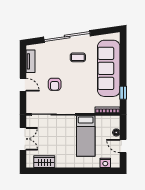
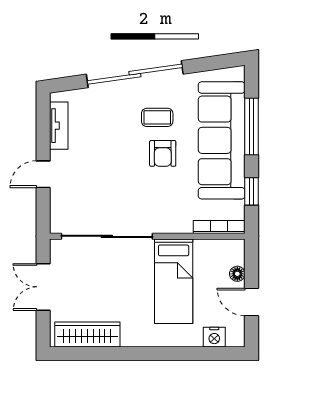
window: (123, 62) -> (251, 126), added
armchair: (55, 84) -> (163, 153), moved
door: (23, 85) -> (43, 174), swing flipped
double door: (23, 139) -> (43, 287), swing flipped
wardrobe: (44, 162) -> (87, 334), width x1.50

